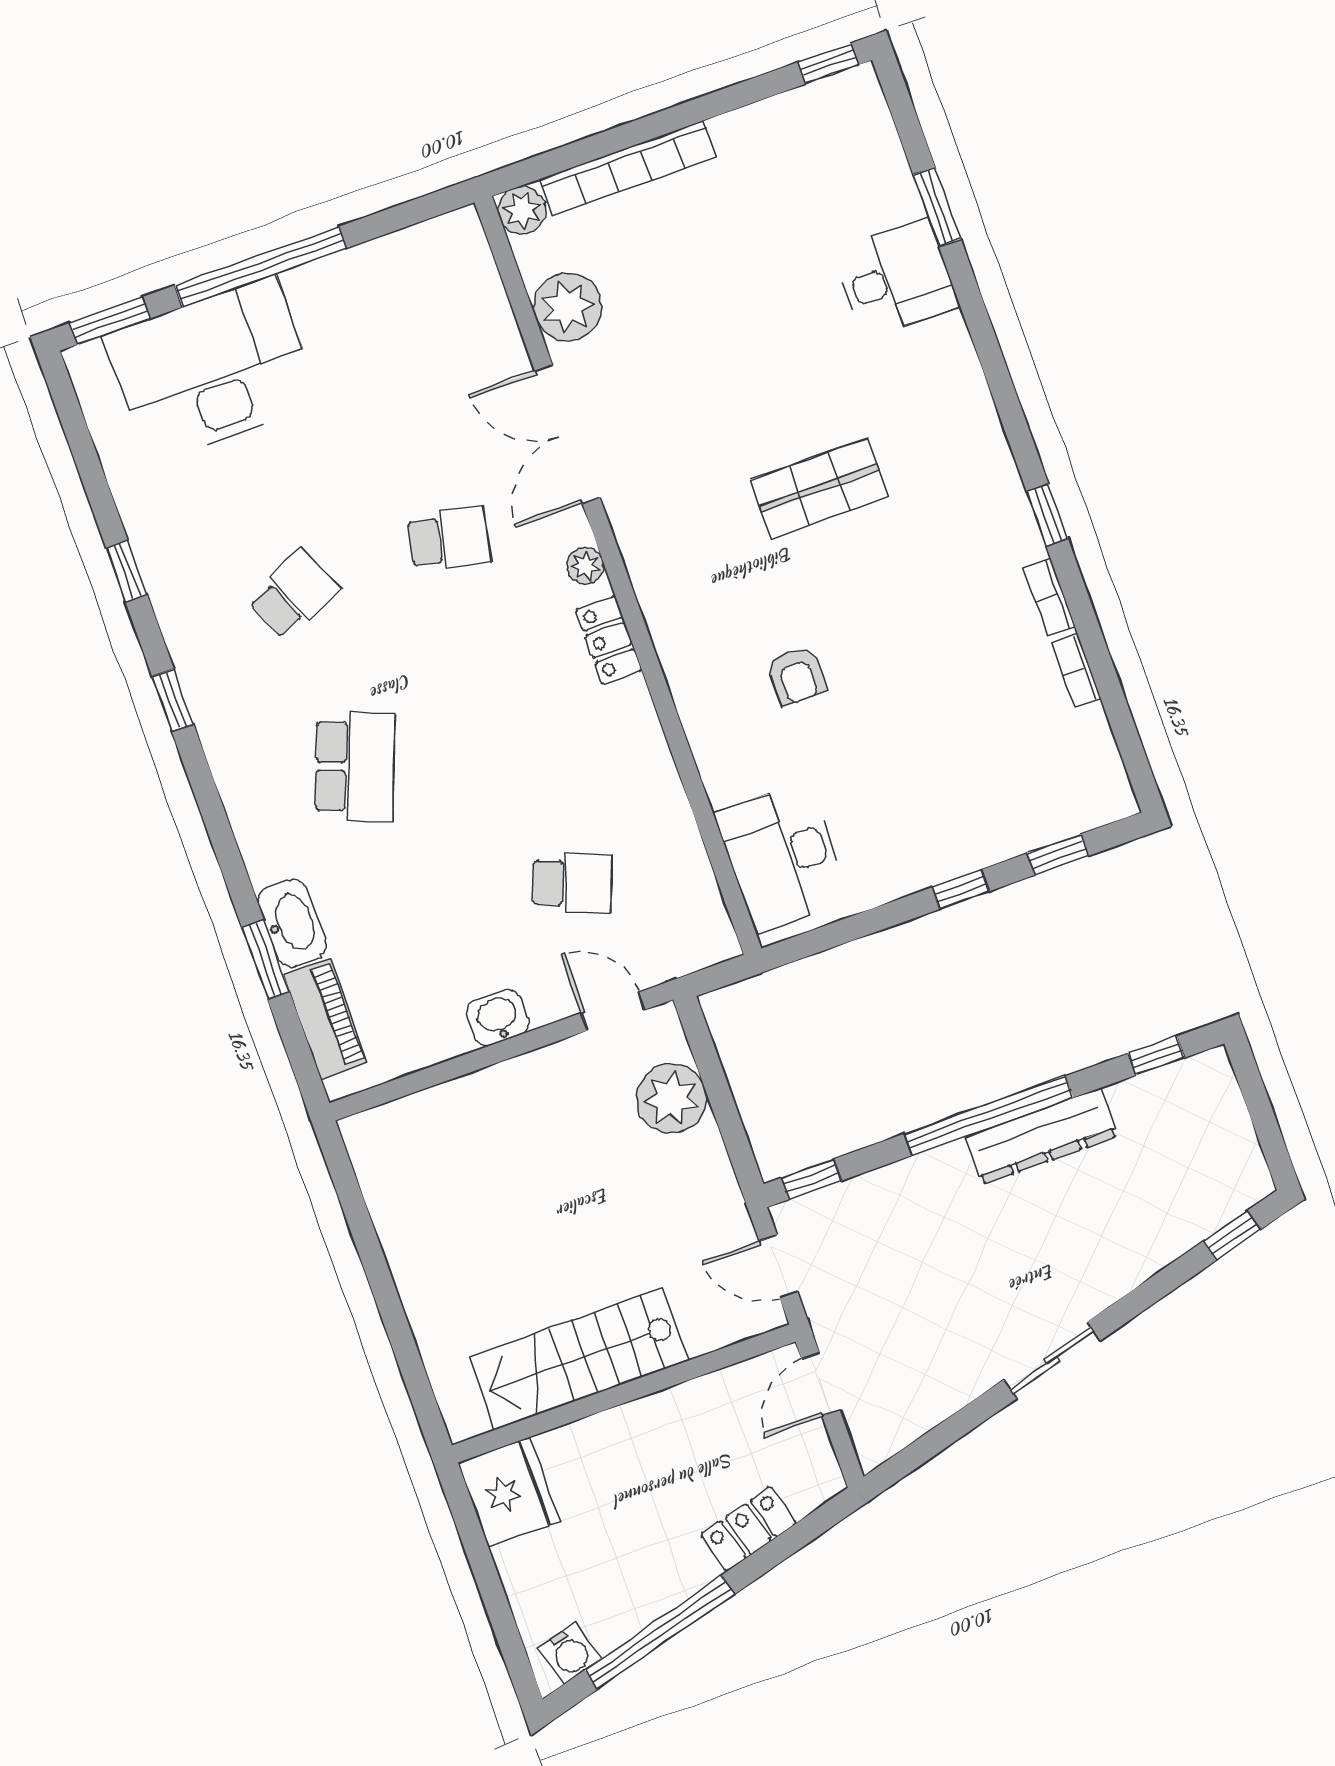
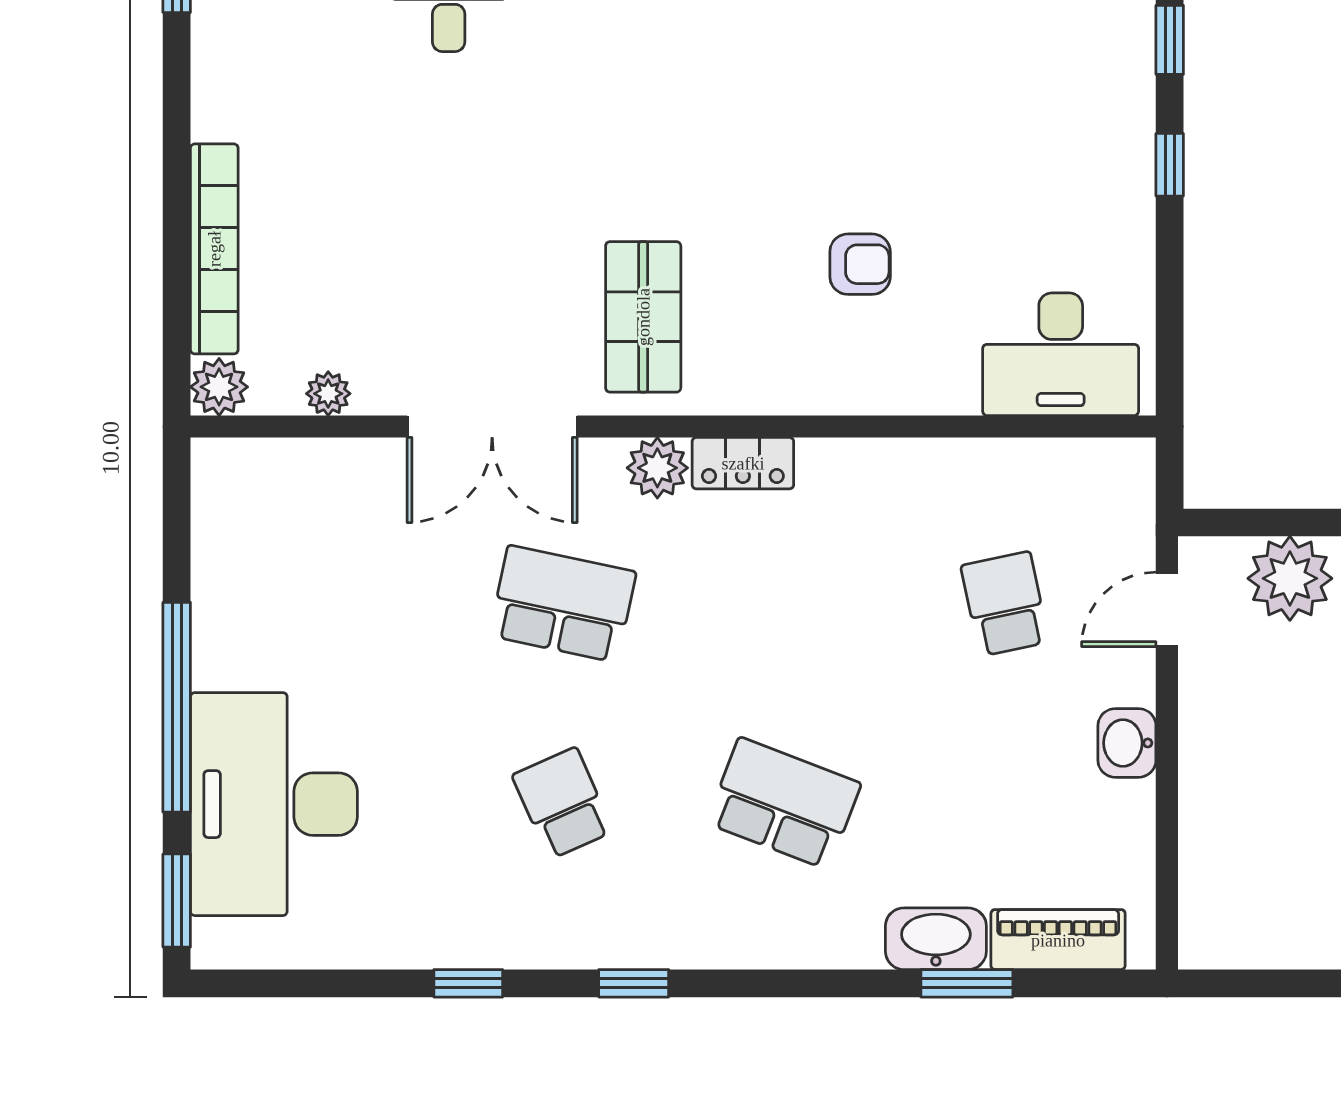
plant: (568, 307) -> (328, 394), width x0.53, depth x0.53
shop shelf: (819, 488) -> (643, 317), moved
school desk: (449, 539) -> (563, 604), width x1.85
plant: (585, 566) -> (657, 468), width x1.38, depth x1.38
school desk: (572, 883) -> (1005, 604), turned -33

